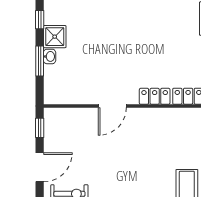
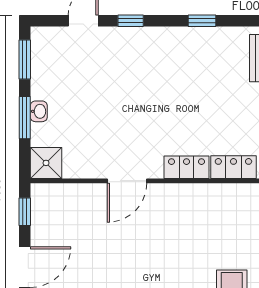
window: (40, 20) -> (25, 59), width x1.50
shower: (55, 37) -> (46, 163), moved

